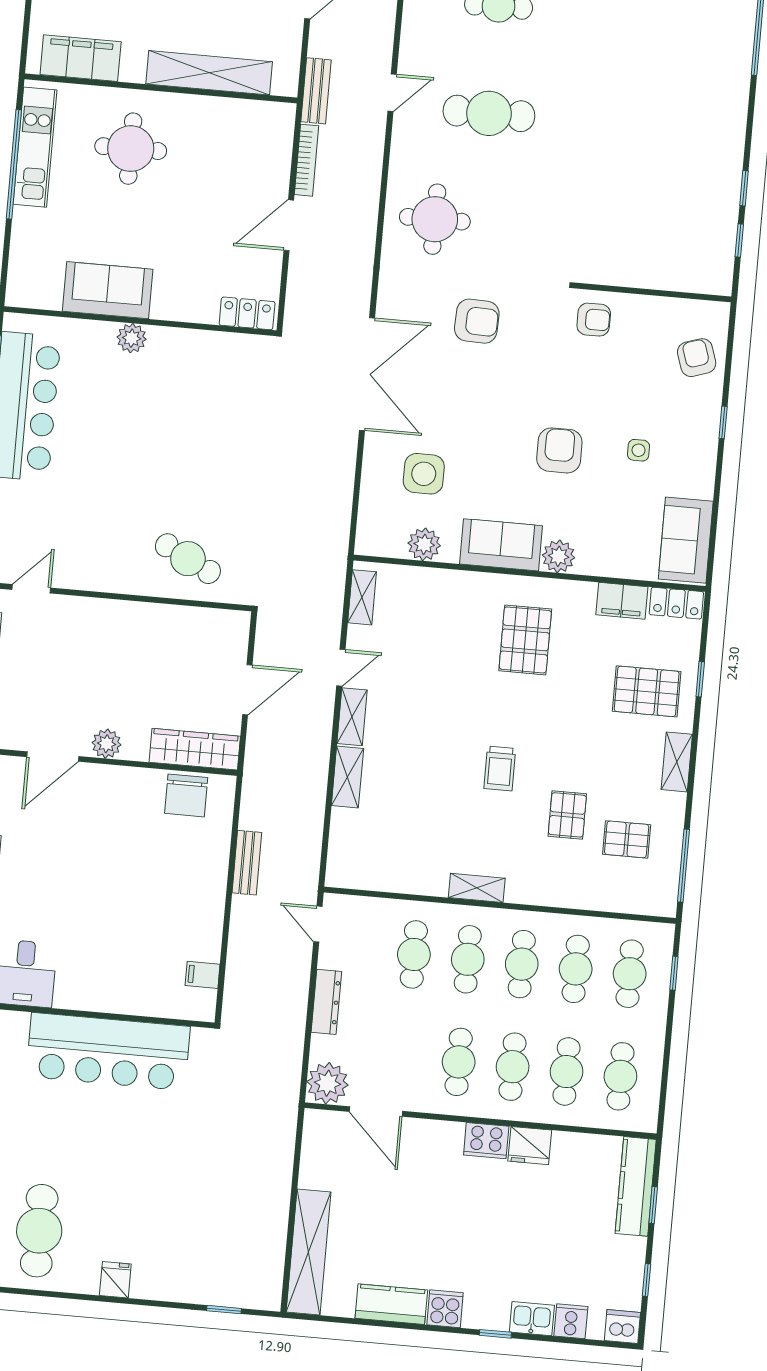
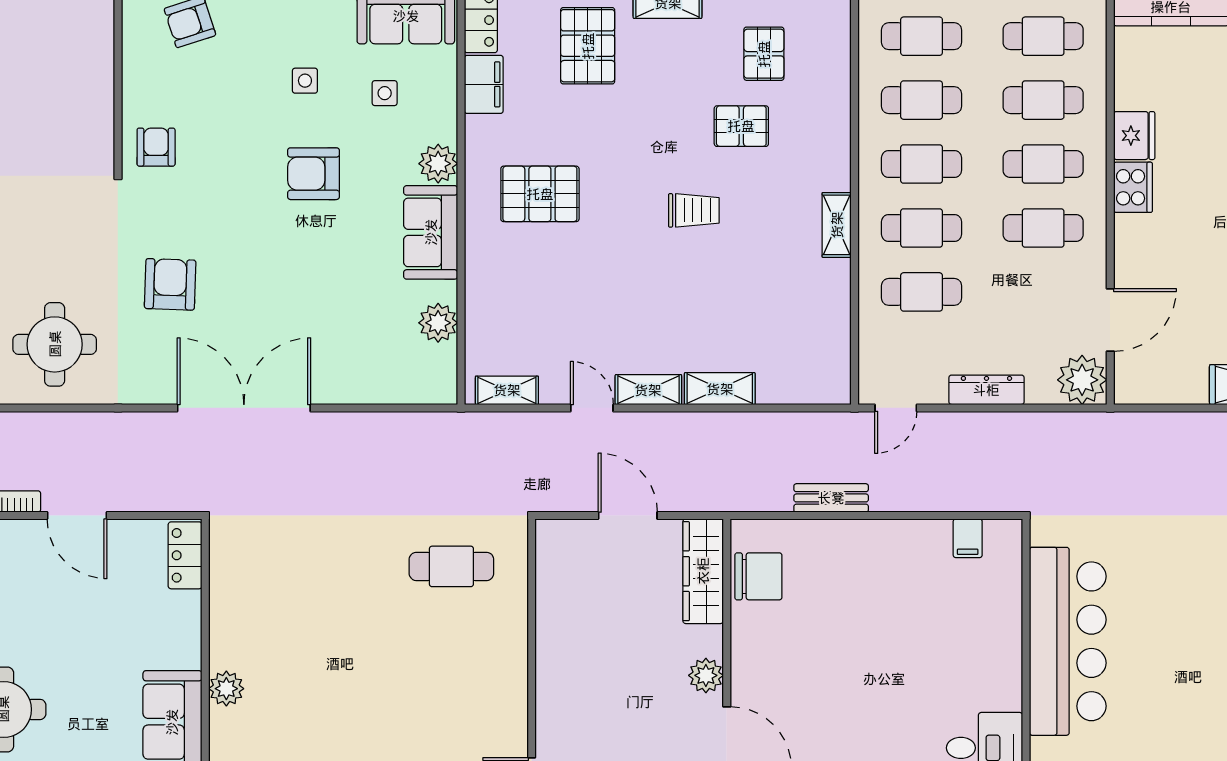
side table: (424, 474) -> (385, 93), moved, width x0.54, depth x0.54
cafe table: (188, 559) -> (451, 566), moved, turned 63

